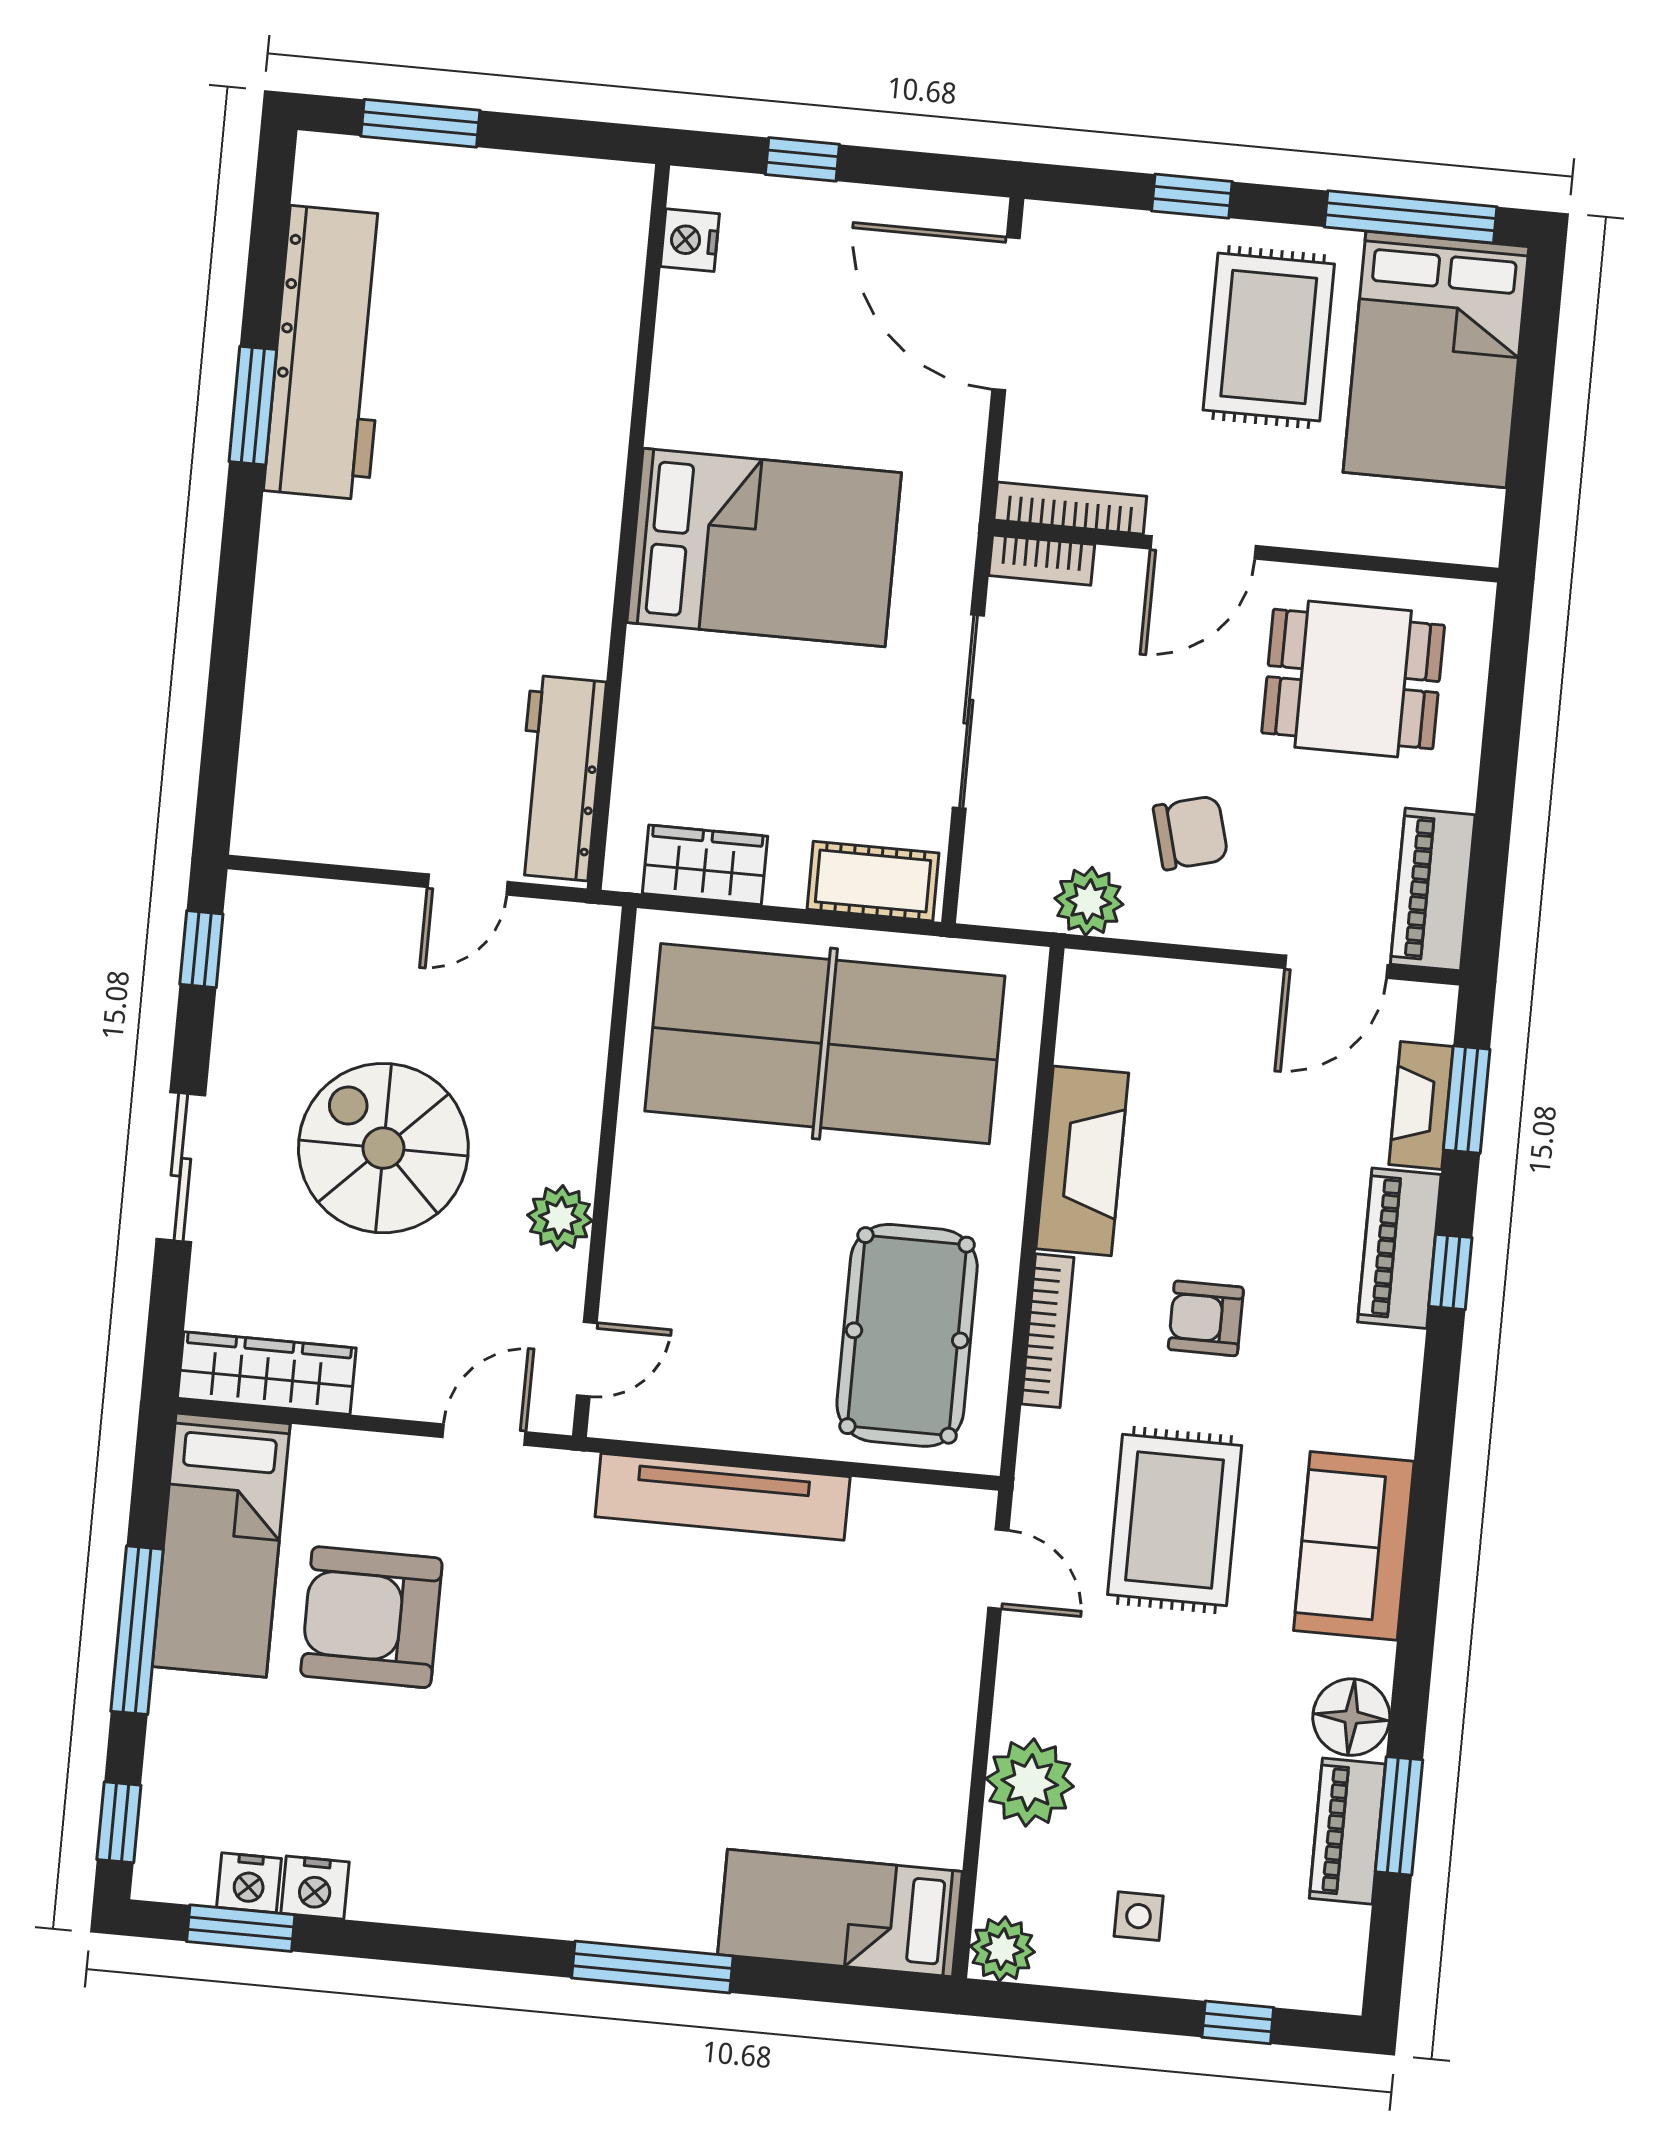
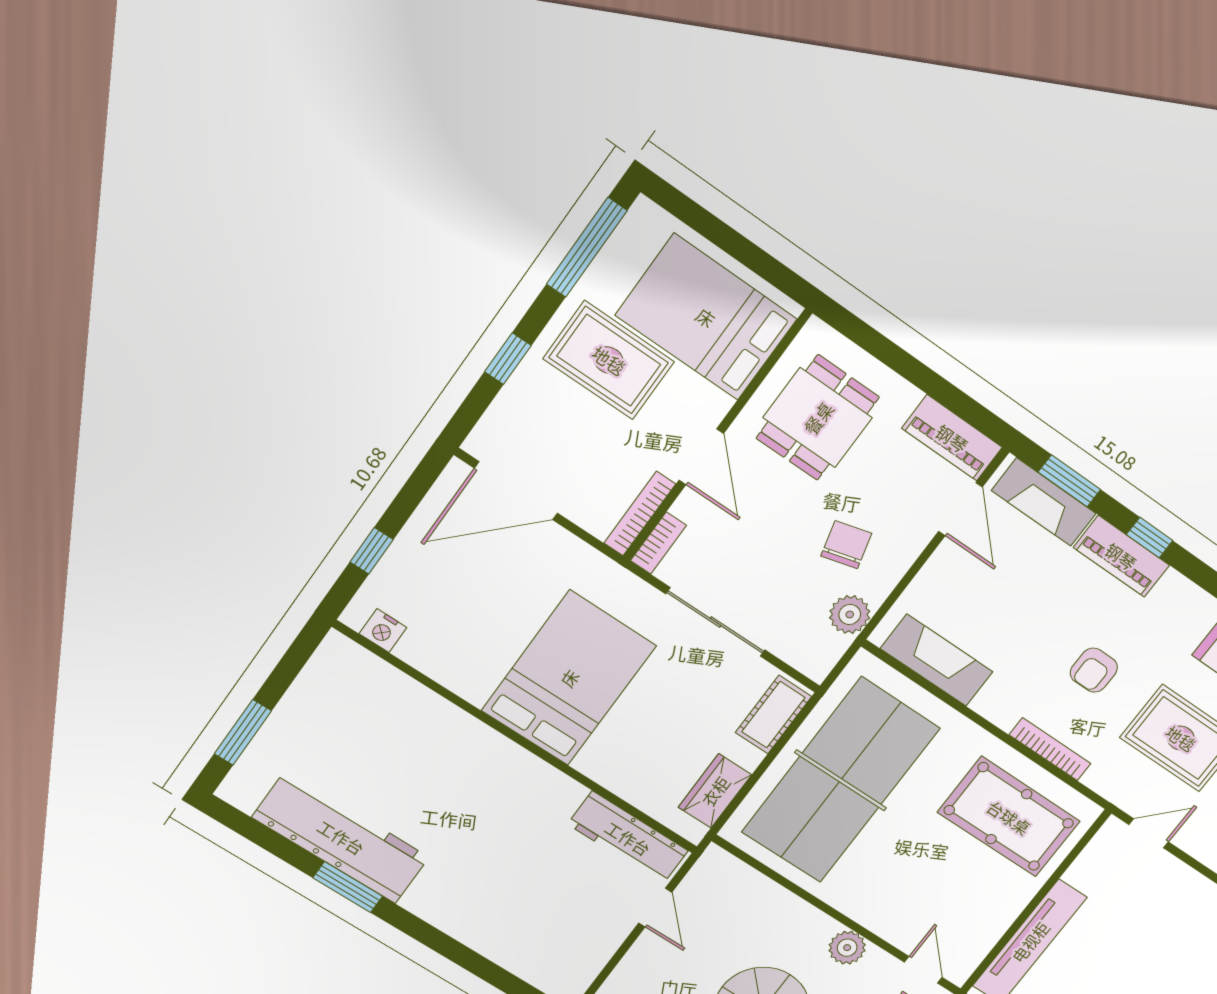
bed: (1436, 359) -> (706, 317), moved, turned 180
fireplace: (1421, 1105) -> (1044, 502), width x1.37, depth x1.32
fireplace: (1082, 1161) -> (937, 660), moved

